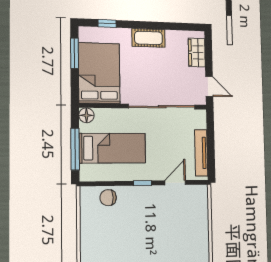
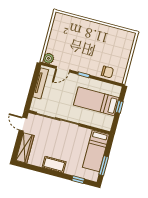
wardrobe: (197, 53) -> (25, 148), width x1.50
bed: (99, 73) -> (96, 151), width x0.67
floor lamp: (86, 115) -> (107, 126), removed
window: (75, 149) -> (119, 107), width x0.46
plant: (200, 193) -> (48, 58), added

